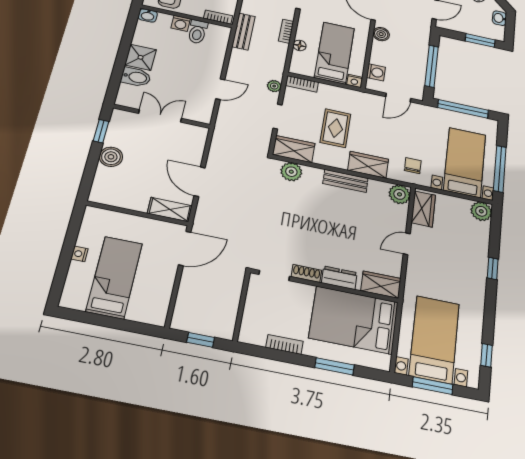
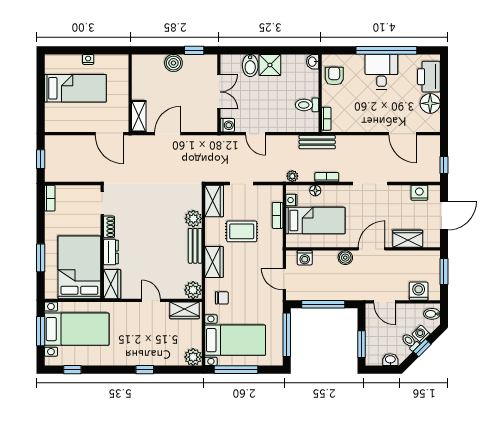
washing machine: (181, 23) -> (227, 125), moved, turned 180
nightstand: (354, 81) -> (291, 200), moved
bookcase: (302, 84) -> (278, 215), moved
plant: (274, 86) -> (292, 176), moved
plant: (291, 172) -> (193, 219), moved
bookcase: (284, 344) -> (50, 198), moved

